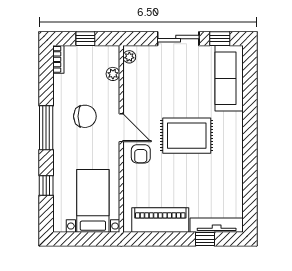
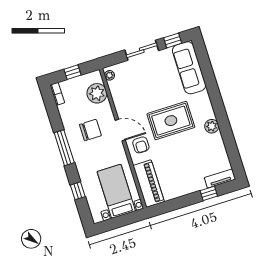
plant: (113, 74) -> (97, 93), width x1.87, depth x1.87
plant: (234, 158) -> (212, 126), added
piano: (160, 220) -> (149, 184), moved, turned 90
tv unit: (217, 225) -> (220, 178), width x0.71

